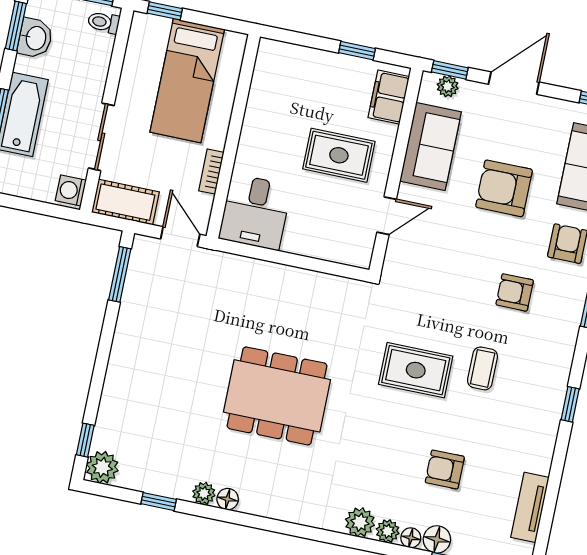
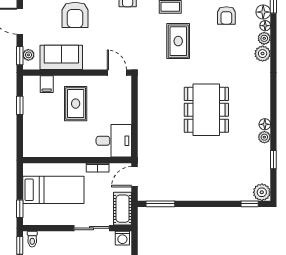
filing cabinet: (389, 97) -> (47, 84), width x0.50
door: (387, 216) -> (117, 73), moved

